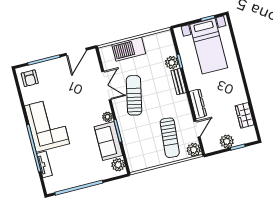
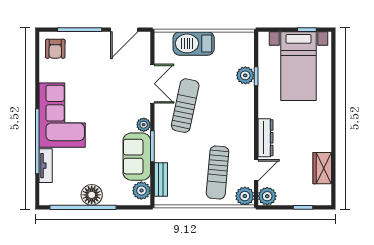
bench: (179, 82) -> (161, 179), moved
plant: (227, 141) -> (267, 196), moved
floor lamp: (83, 177) -> (92, 195), added

